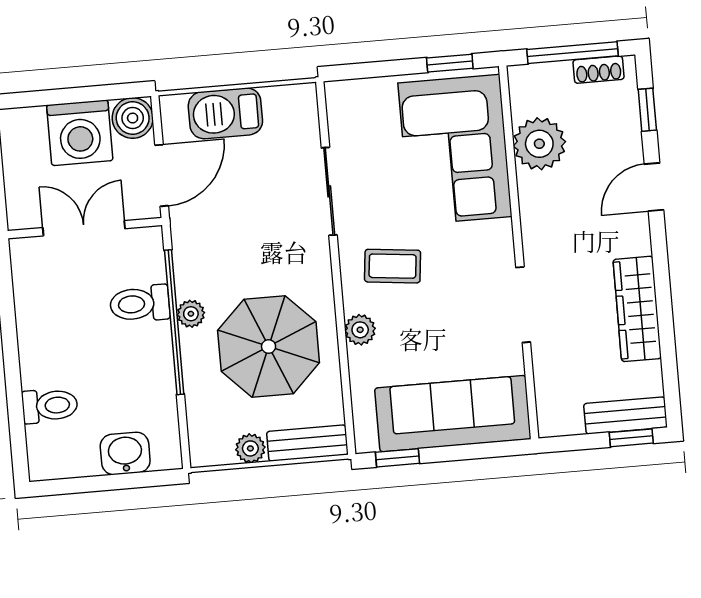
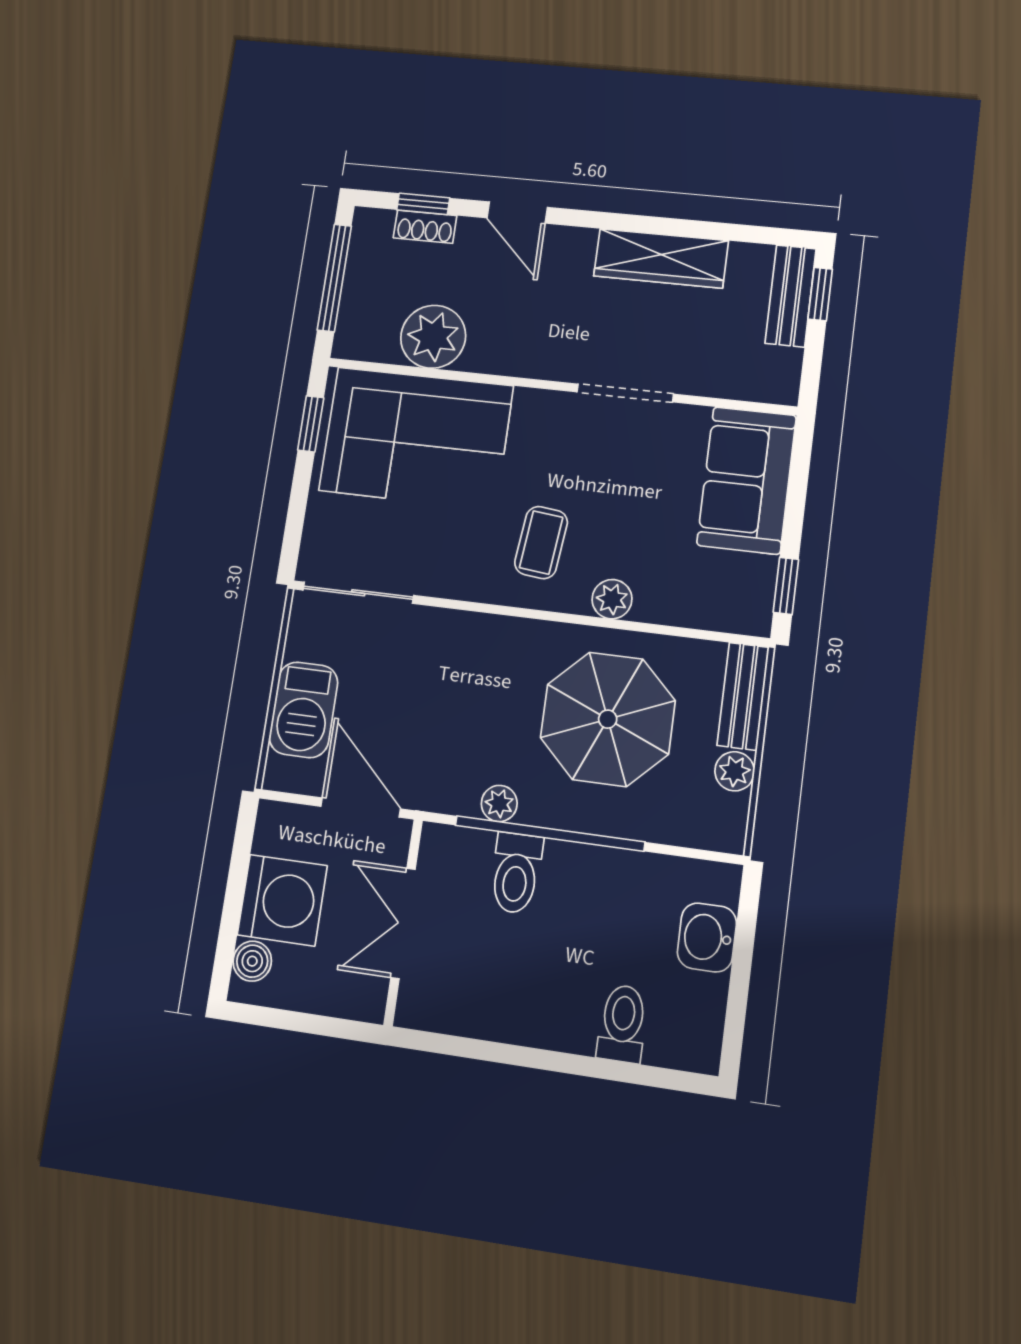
shoe rack: (598, 70) -> (425, 227), moved, turned 90
boiler: (133, 118) -> (252, 961), moved, width x0.73, depth x0.73
sliding door: (329, 191) -> (358, 593), moved
plant: (191, 314) -> (499, 804), moved
sofa: (453, 414) -> (747, 480), width x0.73

